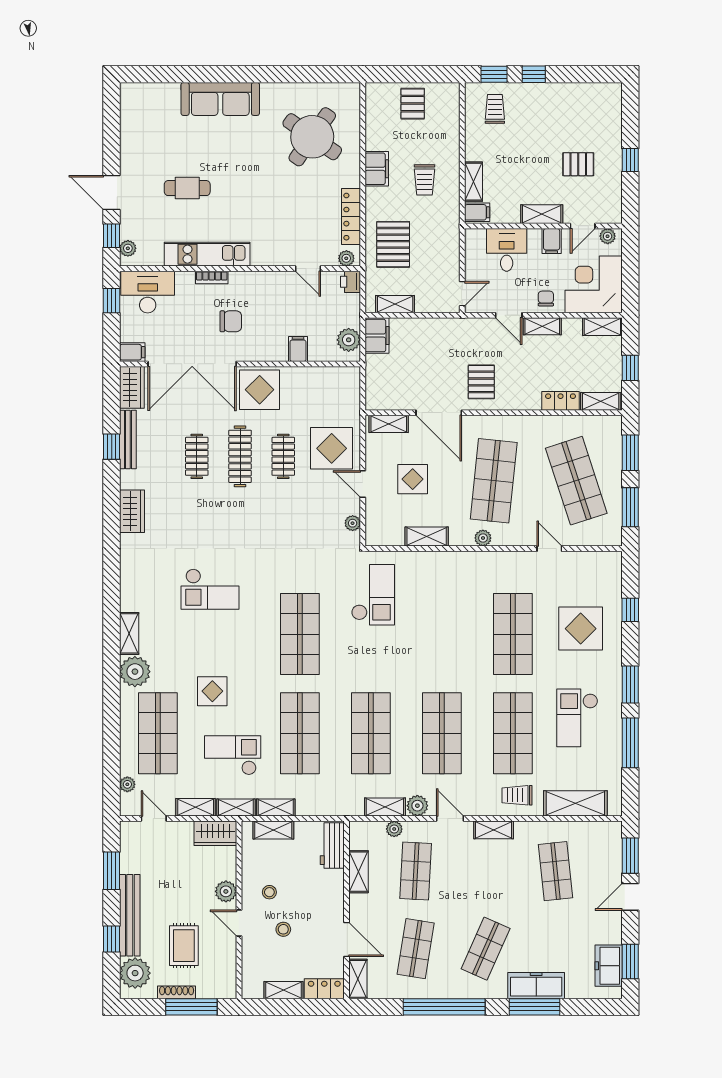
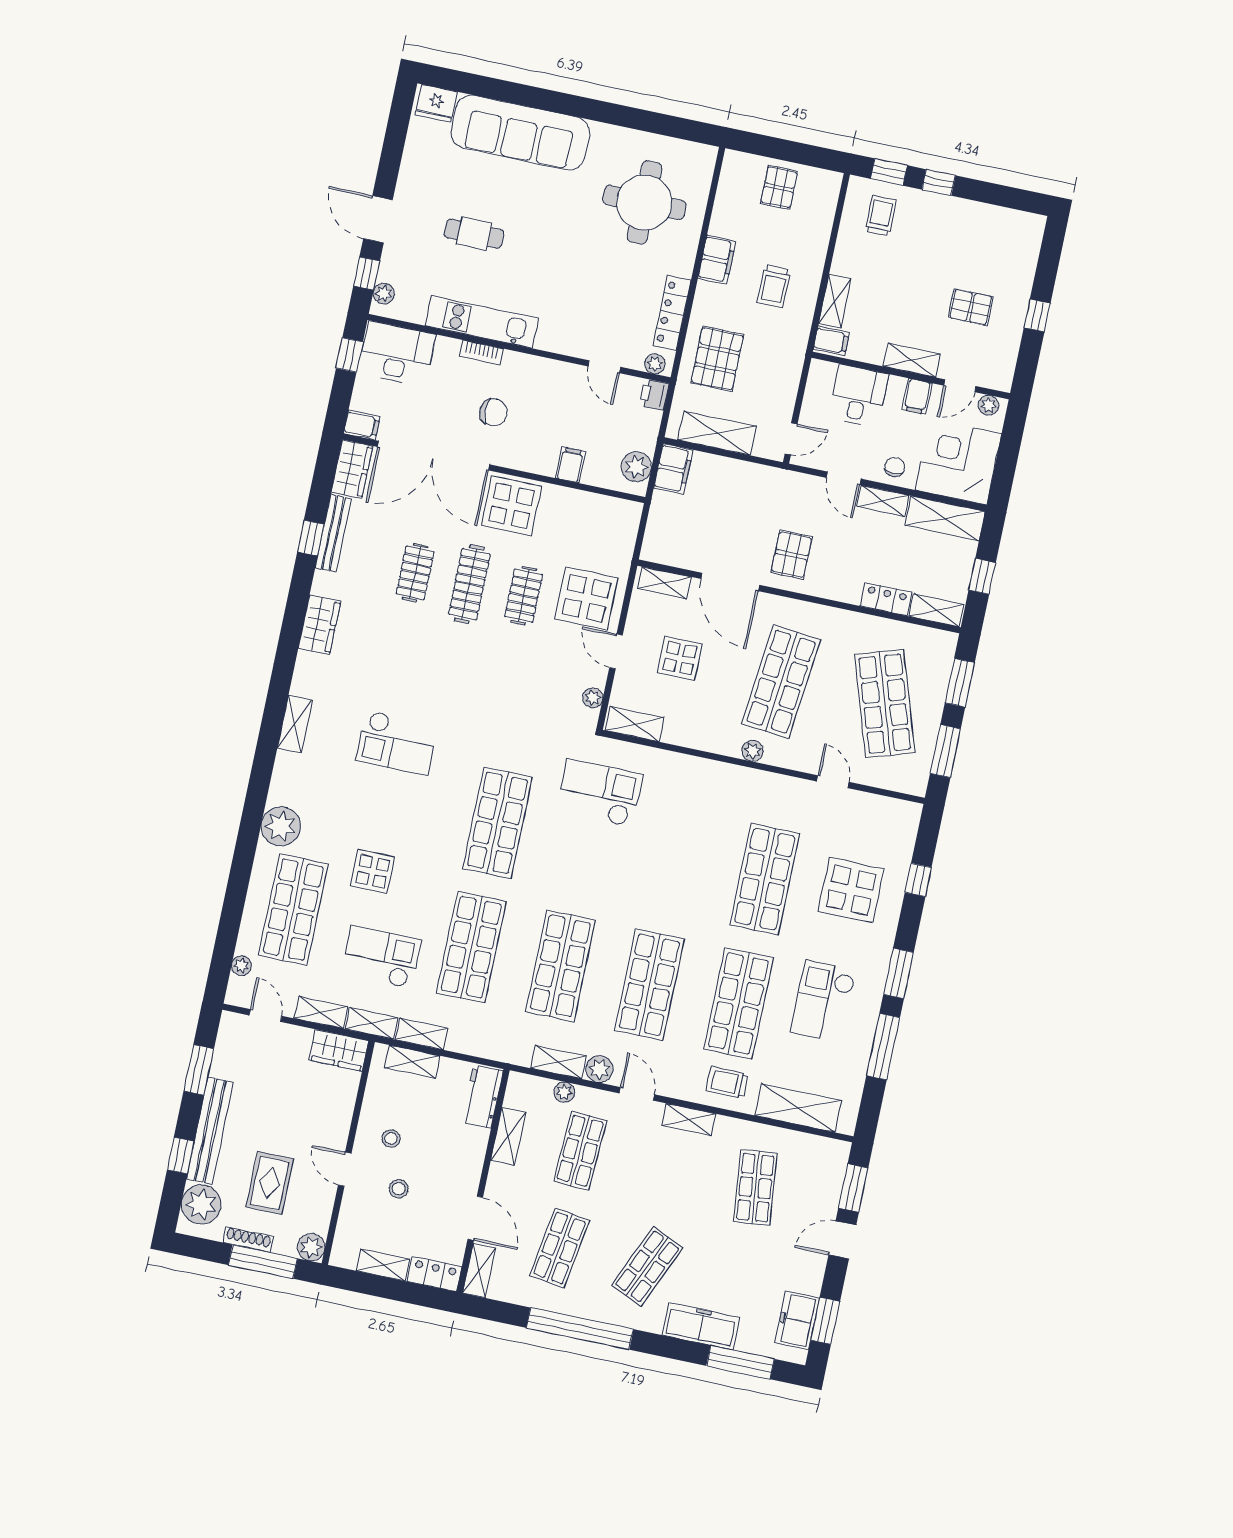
fridge: (137, 94) -> (436, 103), added
sofa: (220, 99) -> (520, 133), width x1.36, depth x1.27
round table: (312, 137) -> (644, 202), turned -35
shelving: (395, 304) -> (717, 433), width x1.50, depth x1.33
shelving: (602, 327) -> (945, 518), width x1.50, depth x1.33
shelving: (427, 537) -> (635, 724), moved
checkout: (373, 595) -> (600, 793), turned -90
shelving: (129, 633) -> (295, 724), moved
plant: (226, 891) -> (311, 1247), moved
window: (535, 1007) -> (740, 1362), moved

